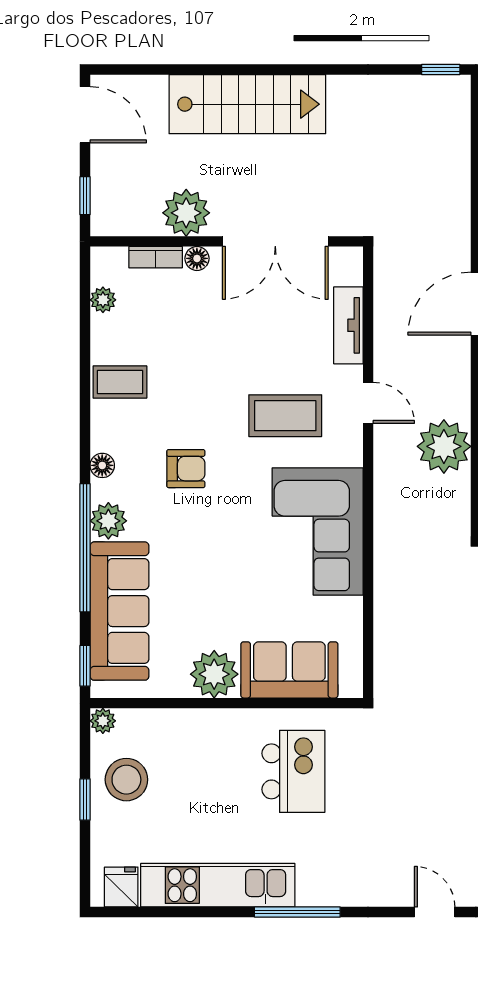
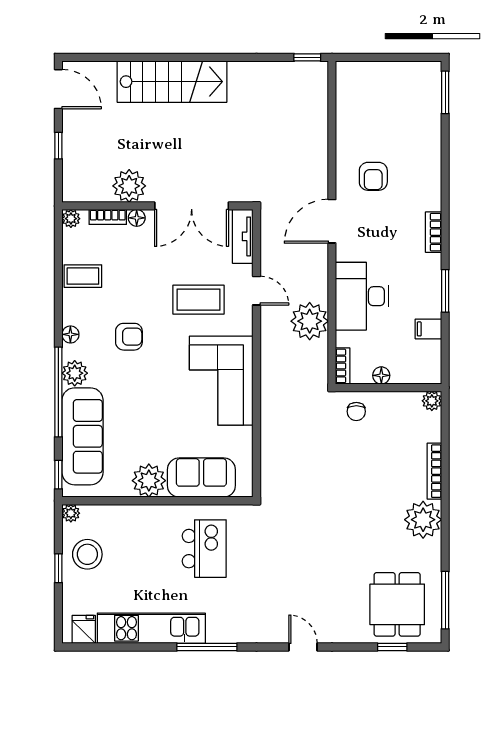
plant: (186, 213) -> (129, 186), moved
wall: (227, 241) -> (157, 206), moved
double door: (275, 241) -> (192, 206), moved
bookcase: (156, 257) -> (108, 217), moved
floor lamp: (197, 258) -> (137, 218), moved

